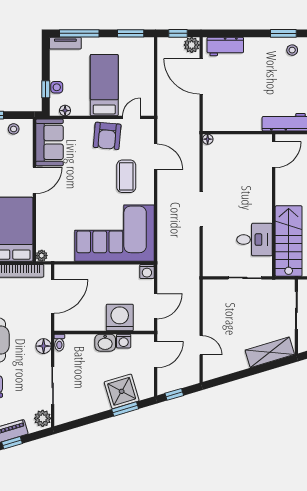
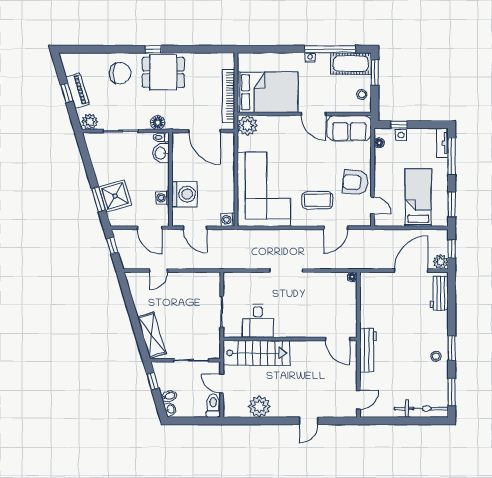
bed: (104, 85) -> (418, 198), moved, turned -90
plant: (42, 256) -> (247, 125), width x1.87, depth x1.87
washbasin: (105, 343) -> (161, 153), moved

